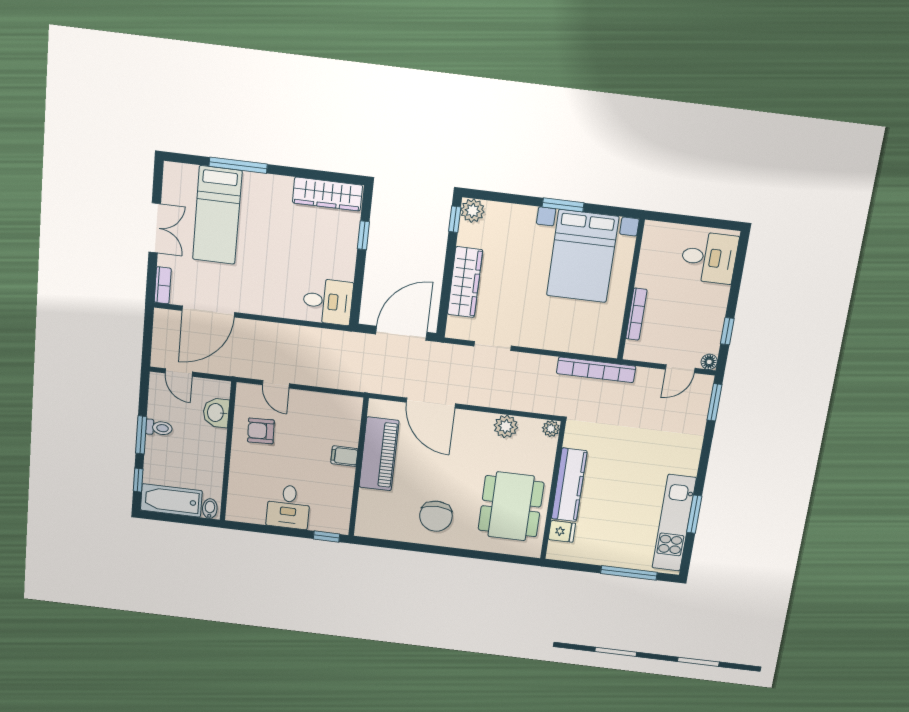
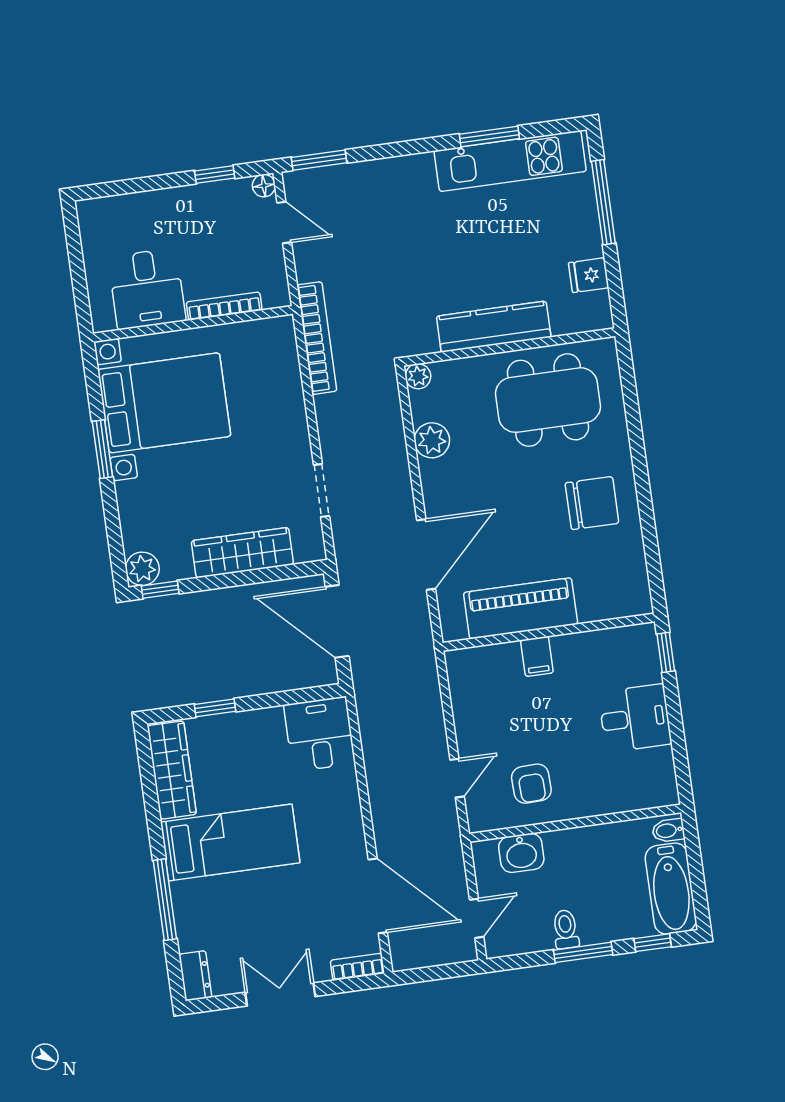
dresser: (180, 172) -> (195, 976), added
bed: (217, 215) -> (230, 842), moved
desk: (709, 258) -> (147, 289), moved, turned 180
fridge: (562, 531) -> (589, 275), moved, turned -90

